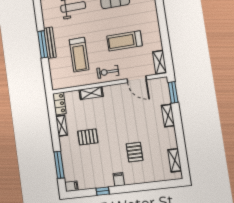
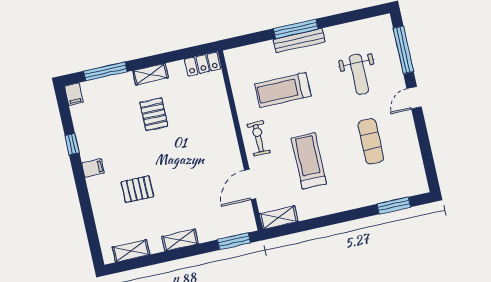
shelving: (91, 93) -> (223, 114), removed
shelving: (168, 116) -> (180, 240), moved
shelving: (61, 126) -> (150, 74), moved

